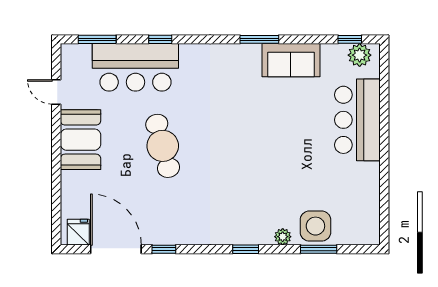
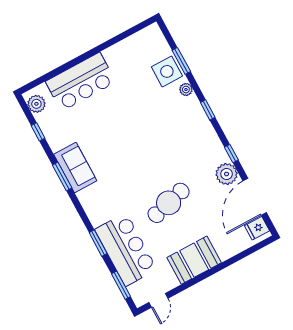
window: (160, 39) -> (98, 243), width x1.50
window: (350, 39) -> (38, 132), moved
sofa: (291, 60) -> (75, 168), moved
door: (56, 92) -> (158, 300), moved
plant: (160, 231) -> (227, 174), added
window: (164, 249) -> (231, 154), moved

